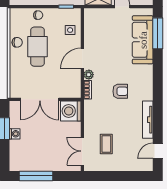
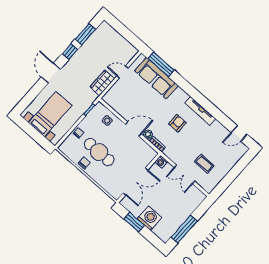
door: (82, 58) -> (133, 129), swing flipped
washing machine: (71, 111) -> (161, 162), width x0.53, depth x0.53
tv unit: (148, 120) -> (200, 111), moved
washing machine: (15, 134) -> (149, 218), width x1.89, depth x1.89
double door: (82, 151) -> (185, 174), moved
door: (158, 151) -> (239, 133), hinge flipped

